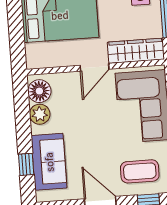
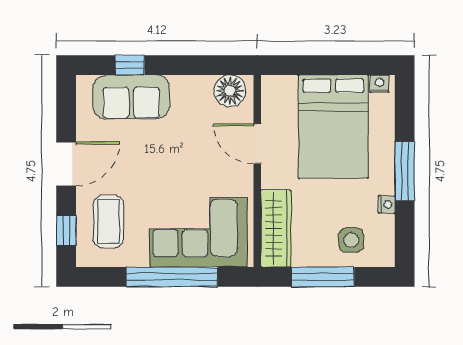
door: (95, 67) -> (257, 144), moved
plant: (40, 114) -> (198, 89), removed

